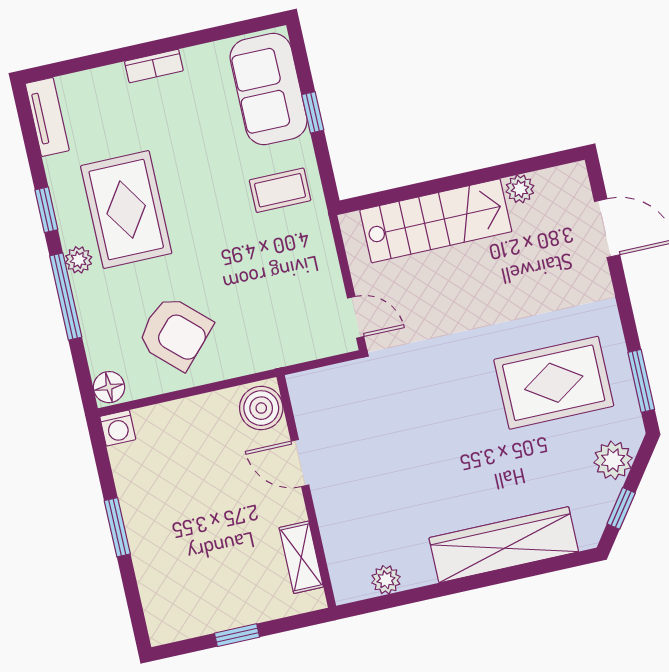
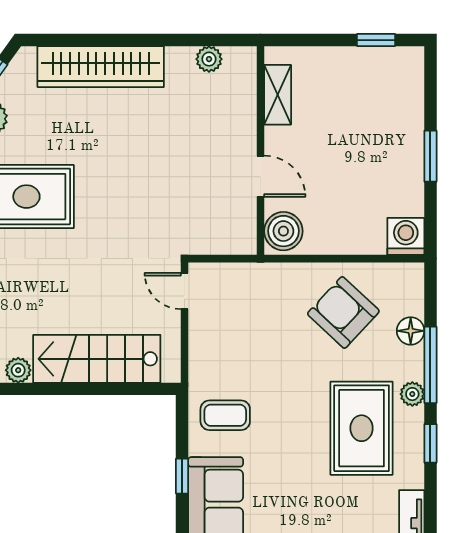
floor lamp: (109, 387) -> (411, 331), moved
washing machine: (118, 428) -> (406, 236), width x1.38, depth x1.38
window: (237, 635) -> (376, 40), moved

